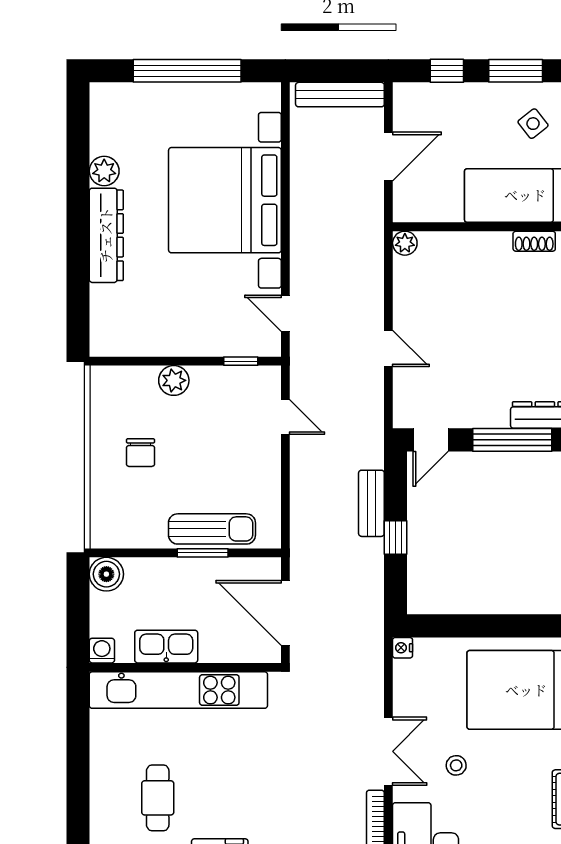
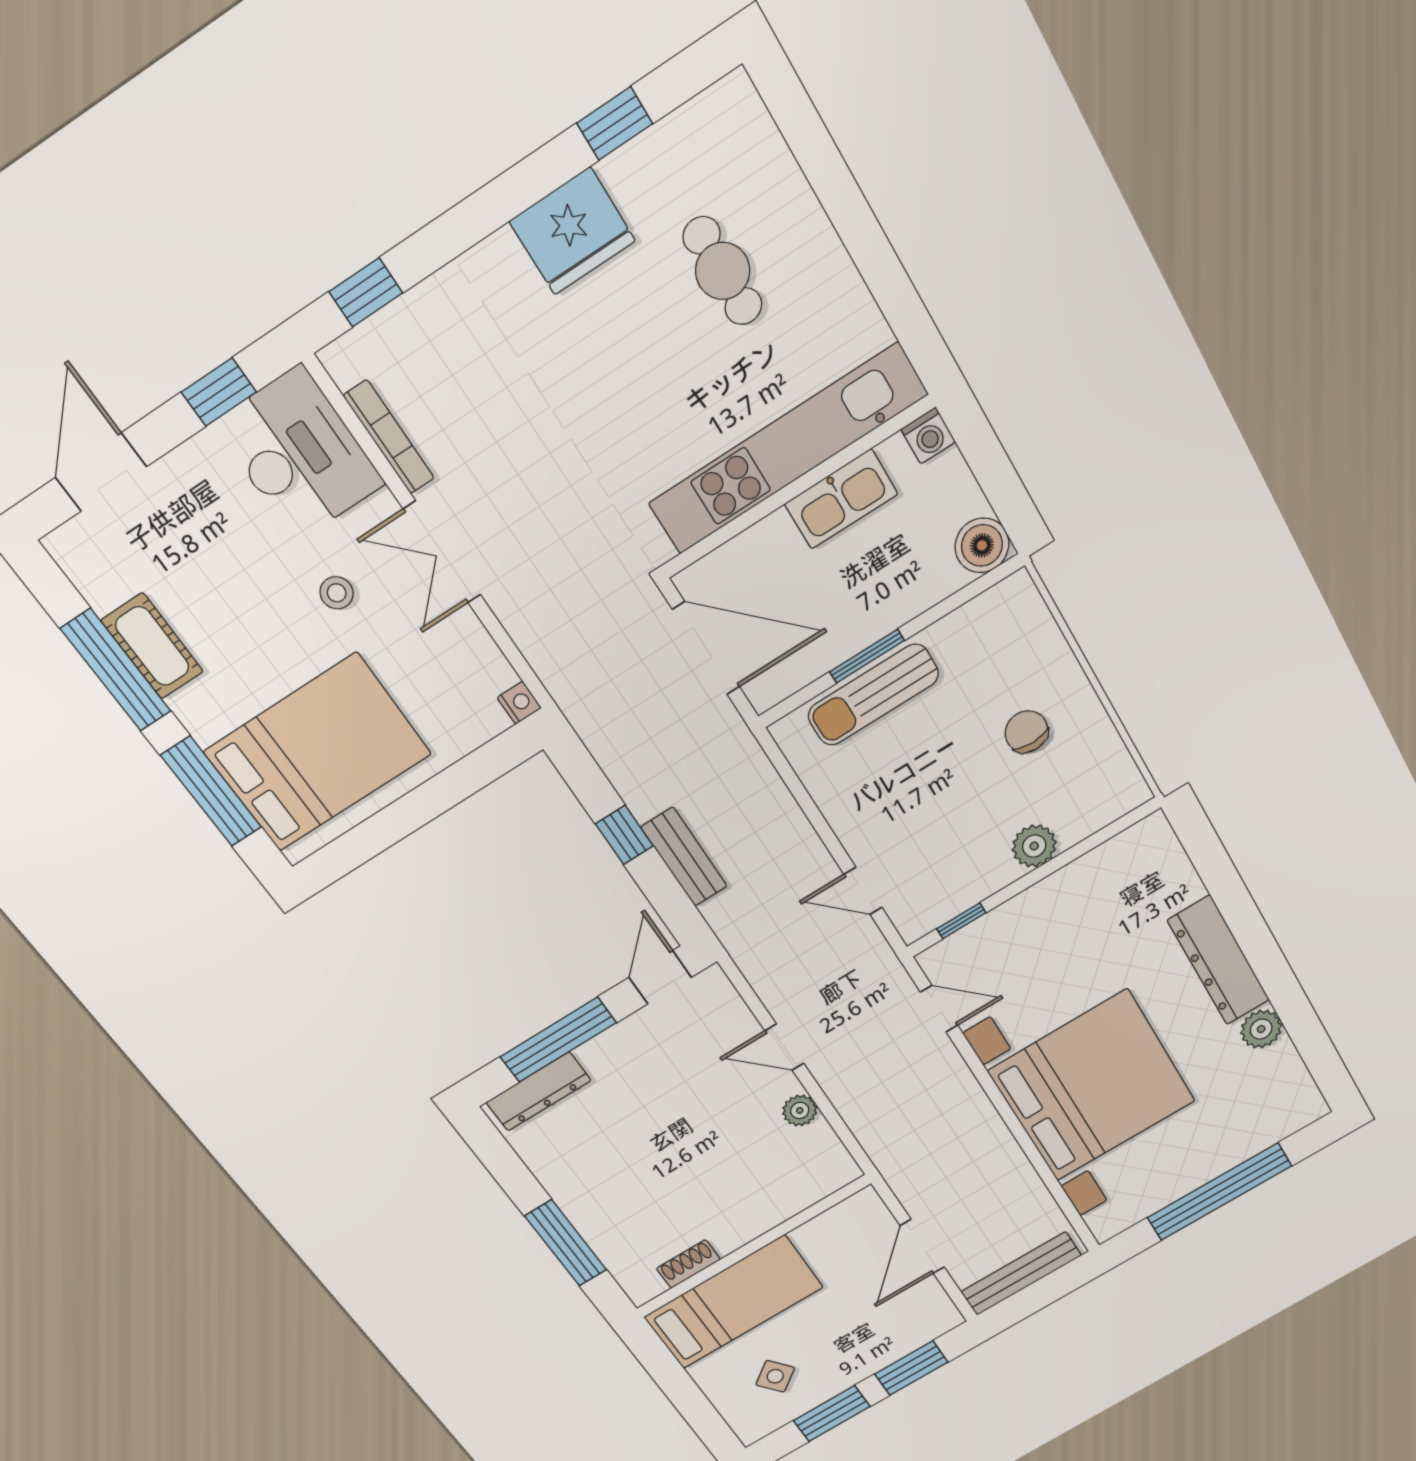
window: (447, 71) -> (911, 1368), width x1.50
plant: (405, 243) -> (800, 1110), moved

